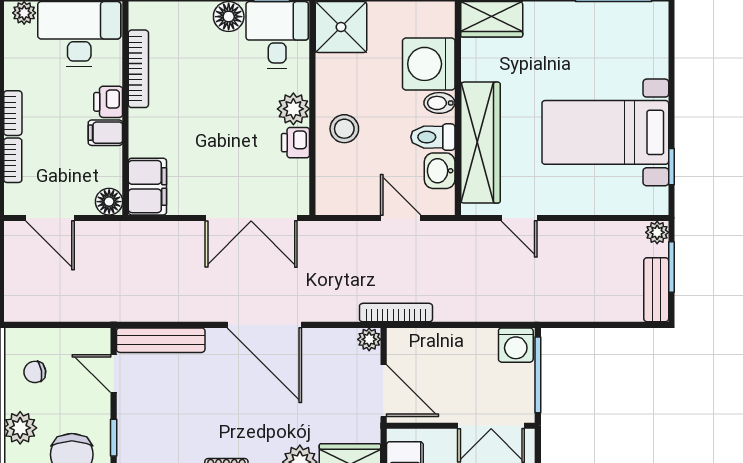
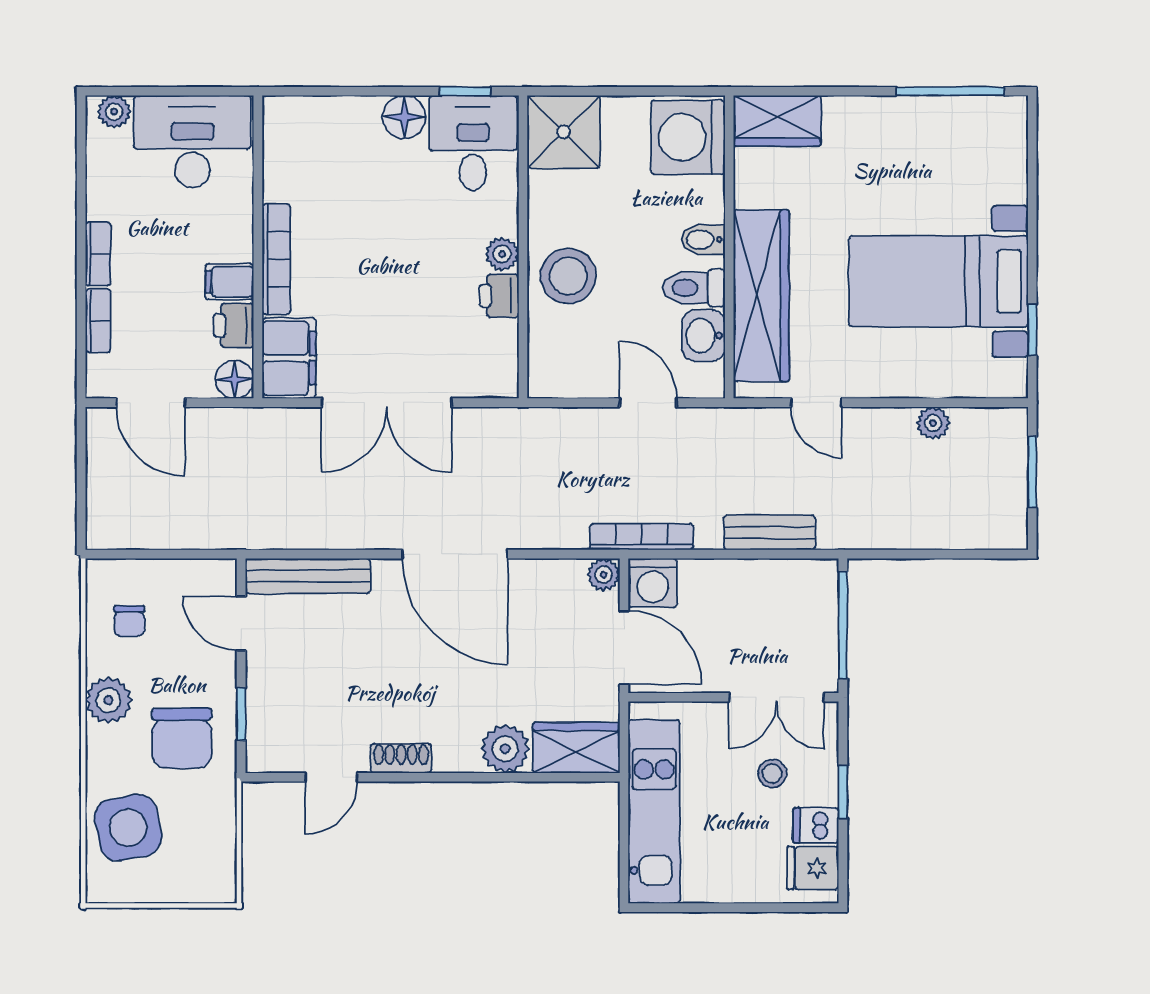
washing machine: (429, 64) -> (688, 137), moved
bookcase: (138, 69) -> (276, 259), moved
printer: (108, 102) -> (233, 325), moved
plant: (293, 109) -> (502, 254), width x0.73, depth x0.73
stool: (344, 129) -> (568, 276), width x1.38, depth x1.38
double door: (251, 218) -> (387, 403), moved
plant: (657, 232) -> (933, 423), moved
bench: (656, 290) -> (770, 533), moved, turned 90
washing machine: (516, 345) -> (653, 583), moved
chair: (35, 372) -> (129, 621), turned -81

